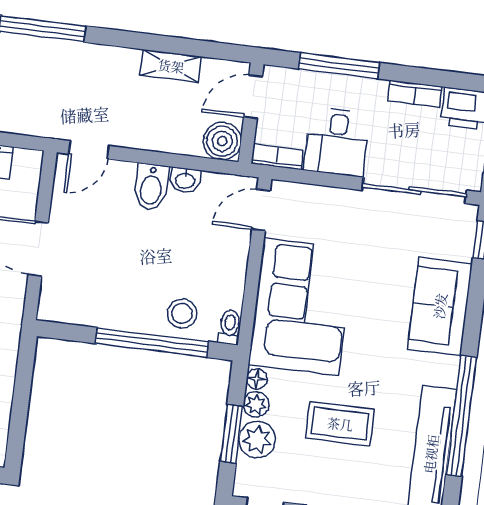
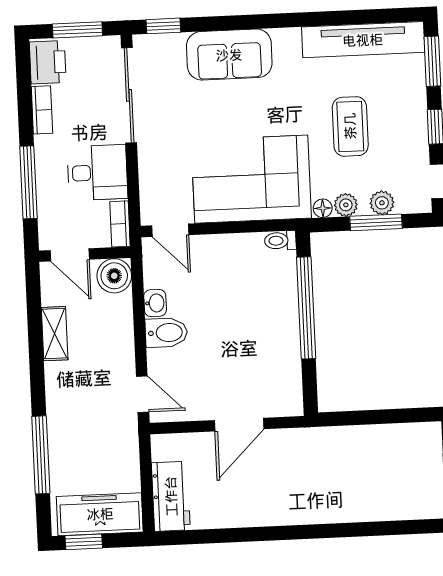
stool: (182, 313) -> (275, 285), removed
window: (461, 416) -> (325, 19), removed
plant: (257, 440) -> (382, 203), width x0.73, depth x0.73

